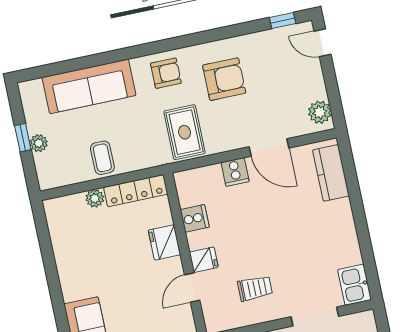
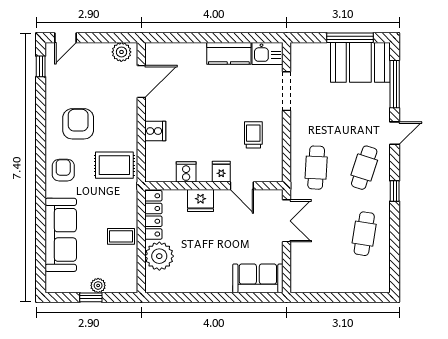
door: (269, 147) -> (141, 82), moved
kitchen counter: (331, 173) -> (229, 53), moved
plant: (95, 198) -> (159, 256), width x1.88, depth x1.88

